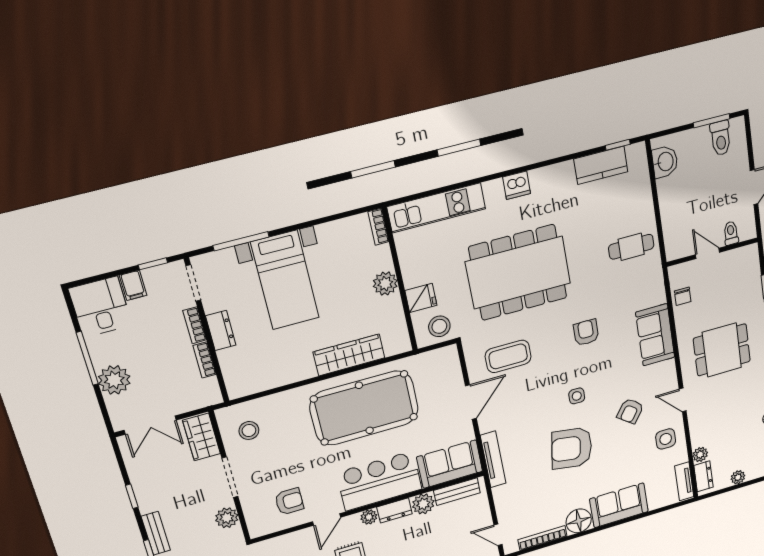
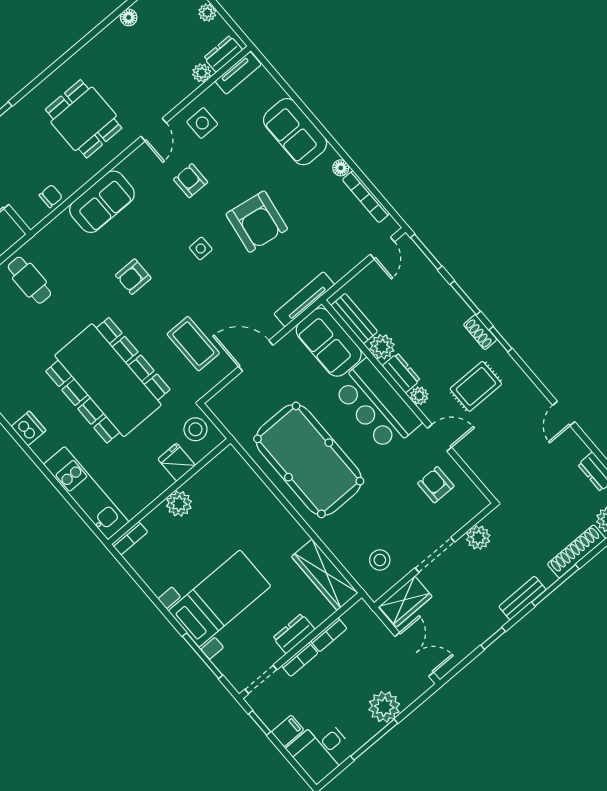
wardrobe: (349, 355) -> (325, 575), moved
armchair: (630, 411) -> (191, 181), turned -126
floor lamp: (579, 521) -> (341, 168), width x0.53, depth x0.53

